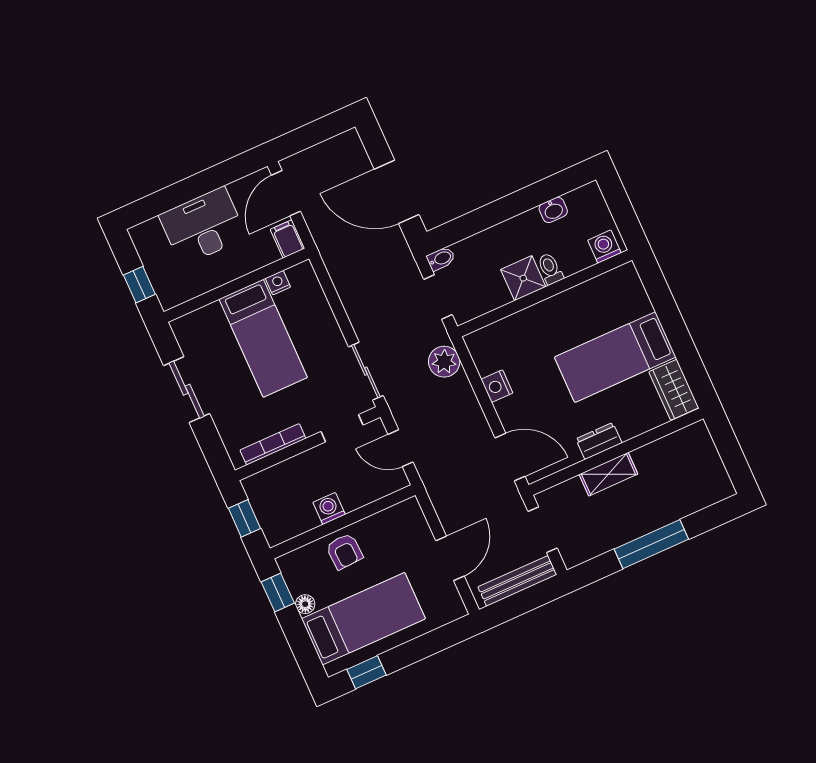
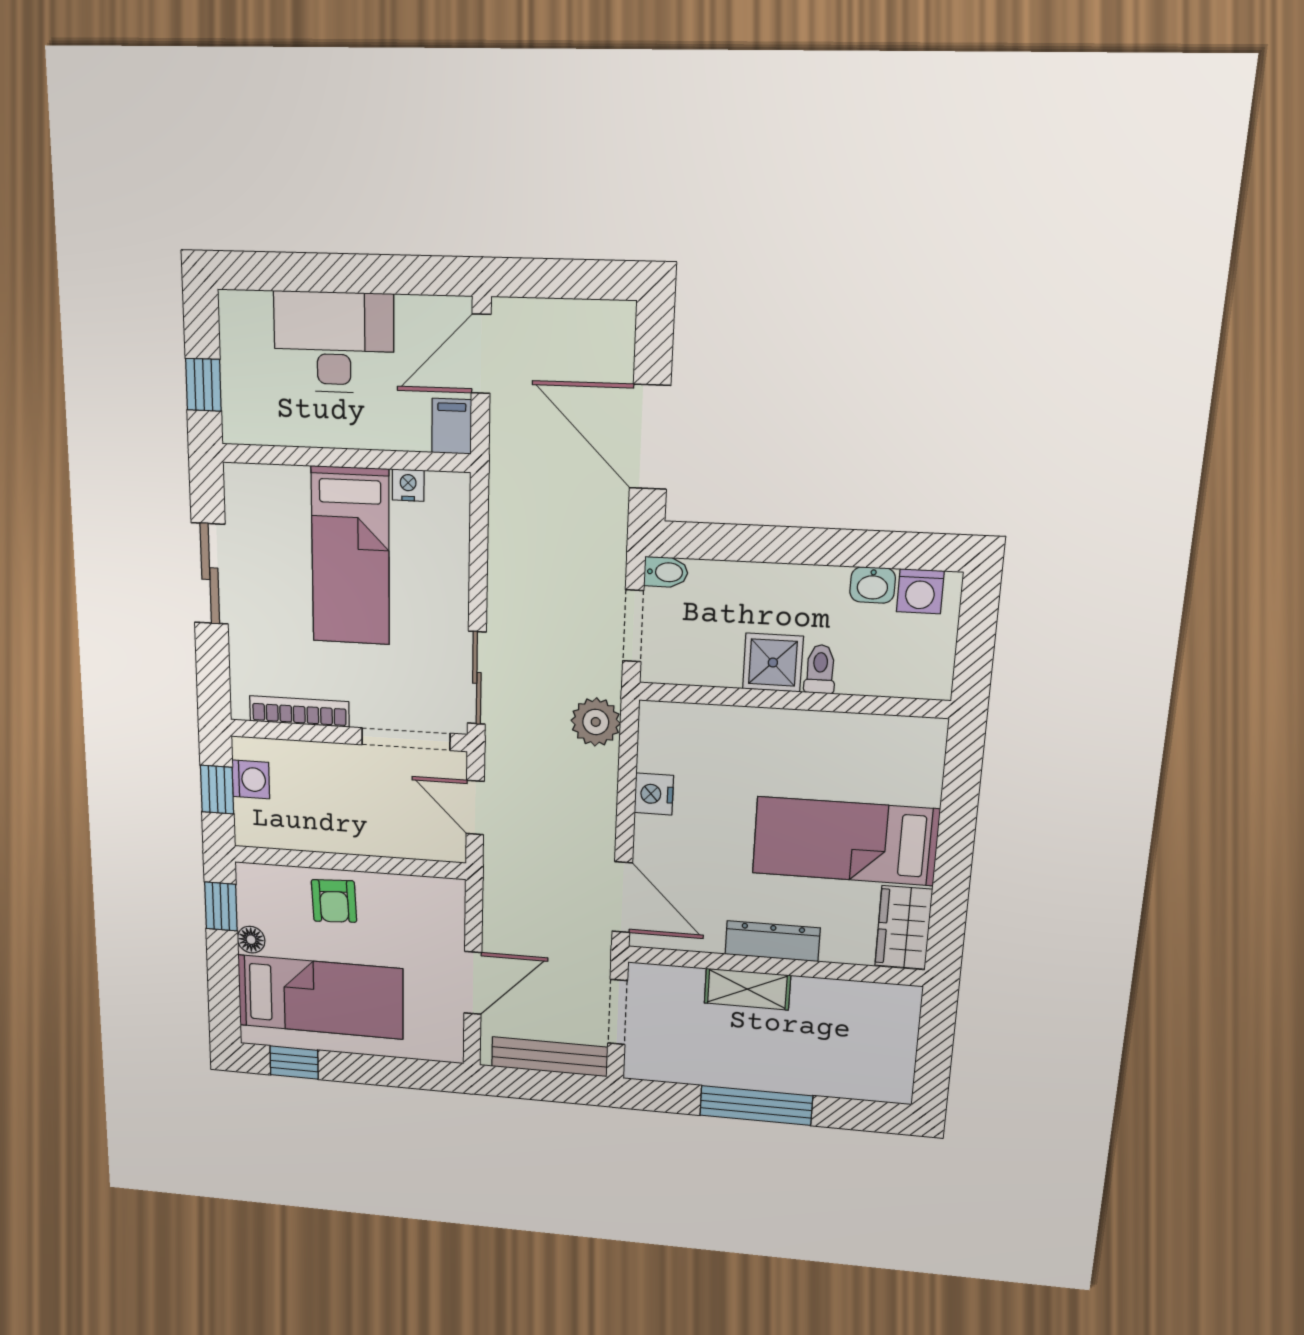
washing machine: (604, 246) -> (920, 591), moved, turned 180
doorway: (342, 428) -> (406, 739), width x1.38
dresser: (599, 441) -> (772, 941), width x1.44
washing machine: (329, 508) -> (251, 779), moved, turned 90

